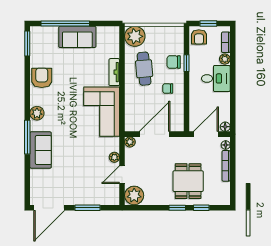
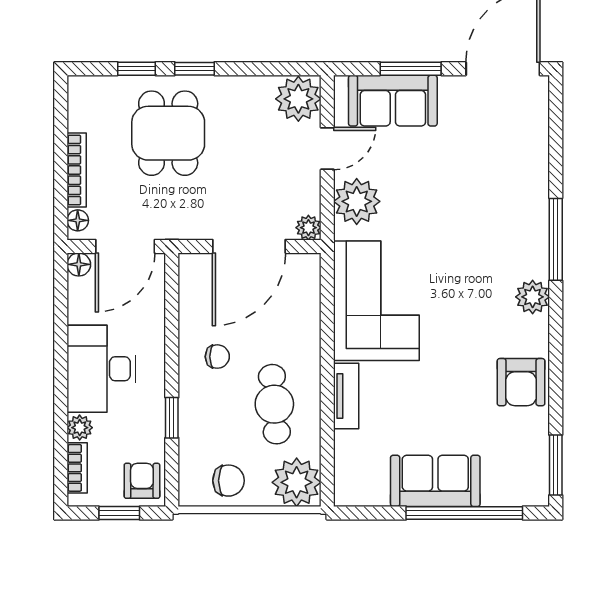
chair: (174, 62) -> (229, 481), moved
desk: (216, 78) -> (101, 369), width x1.37
sofa: (41, 150) -> (393, 101), moved, turned -90
plant: (114, 157) -> (357, 201), width x1.87, depth x1.87

